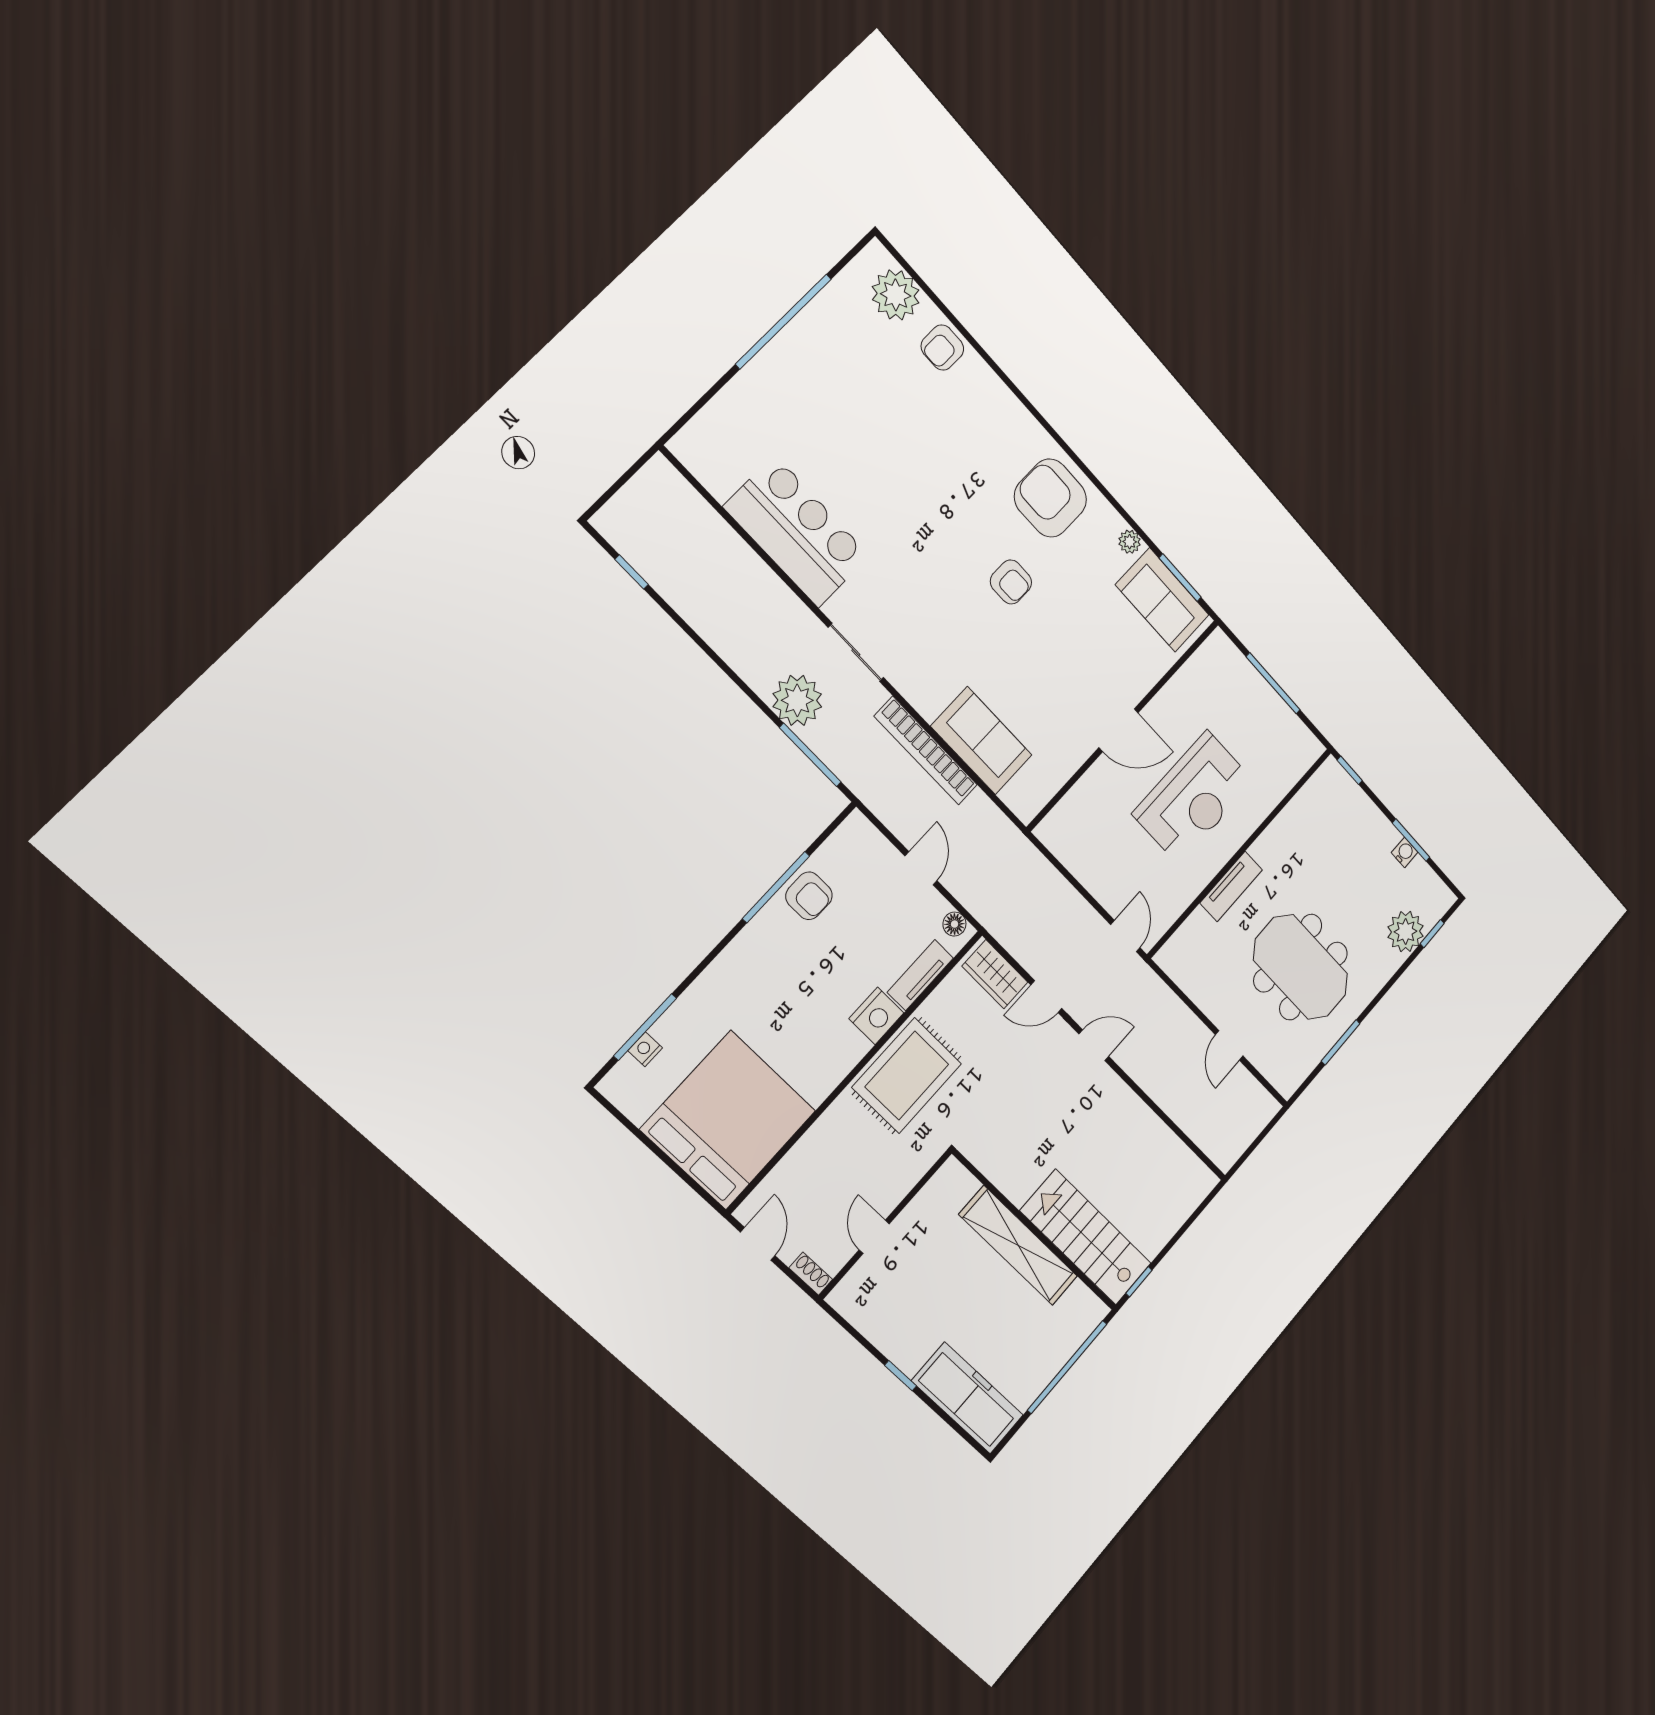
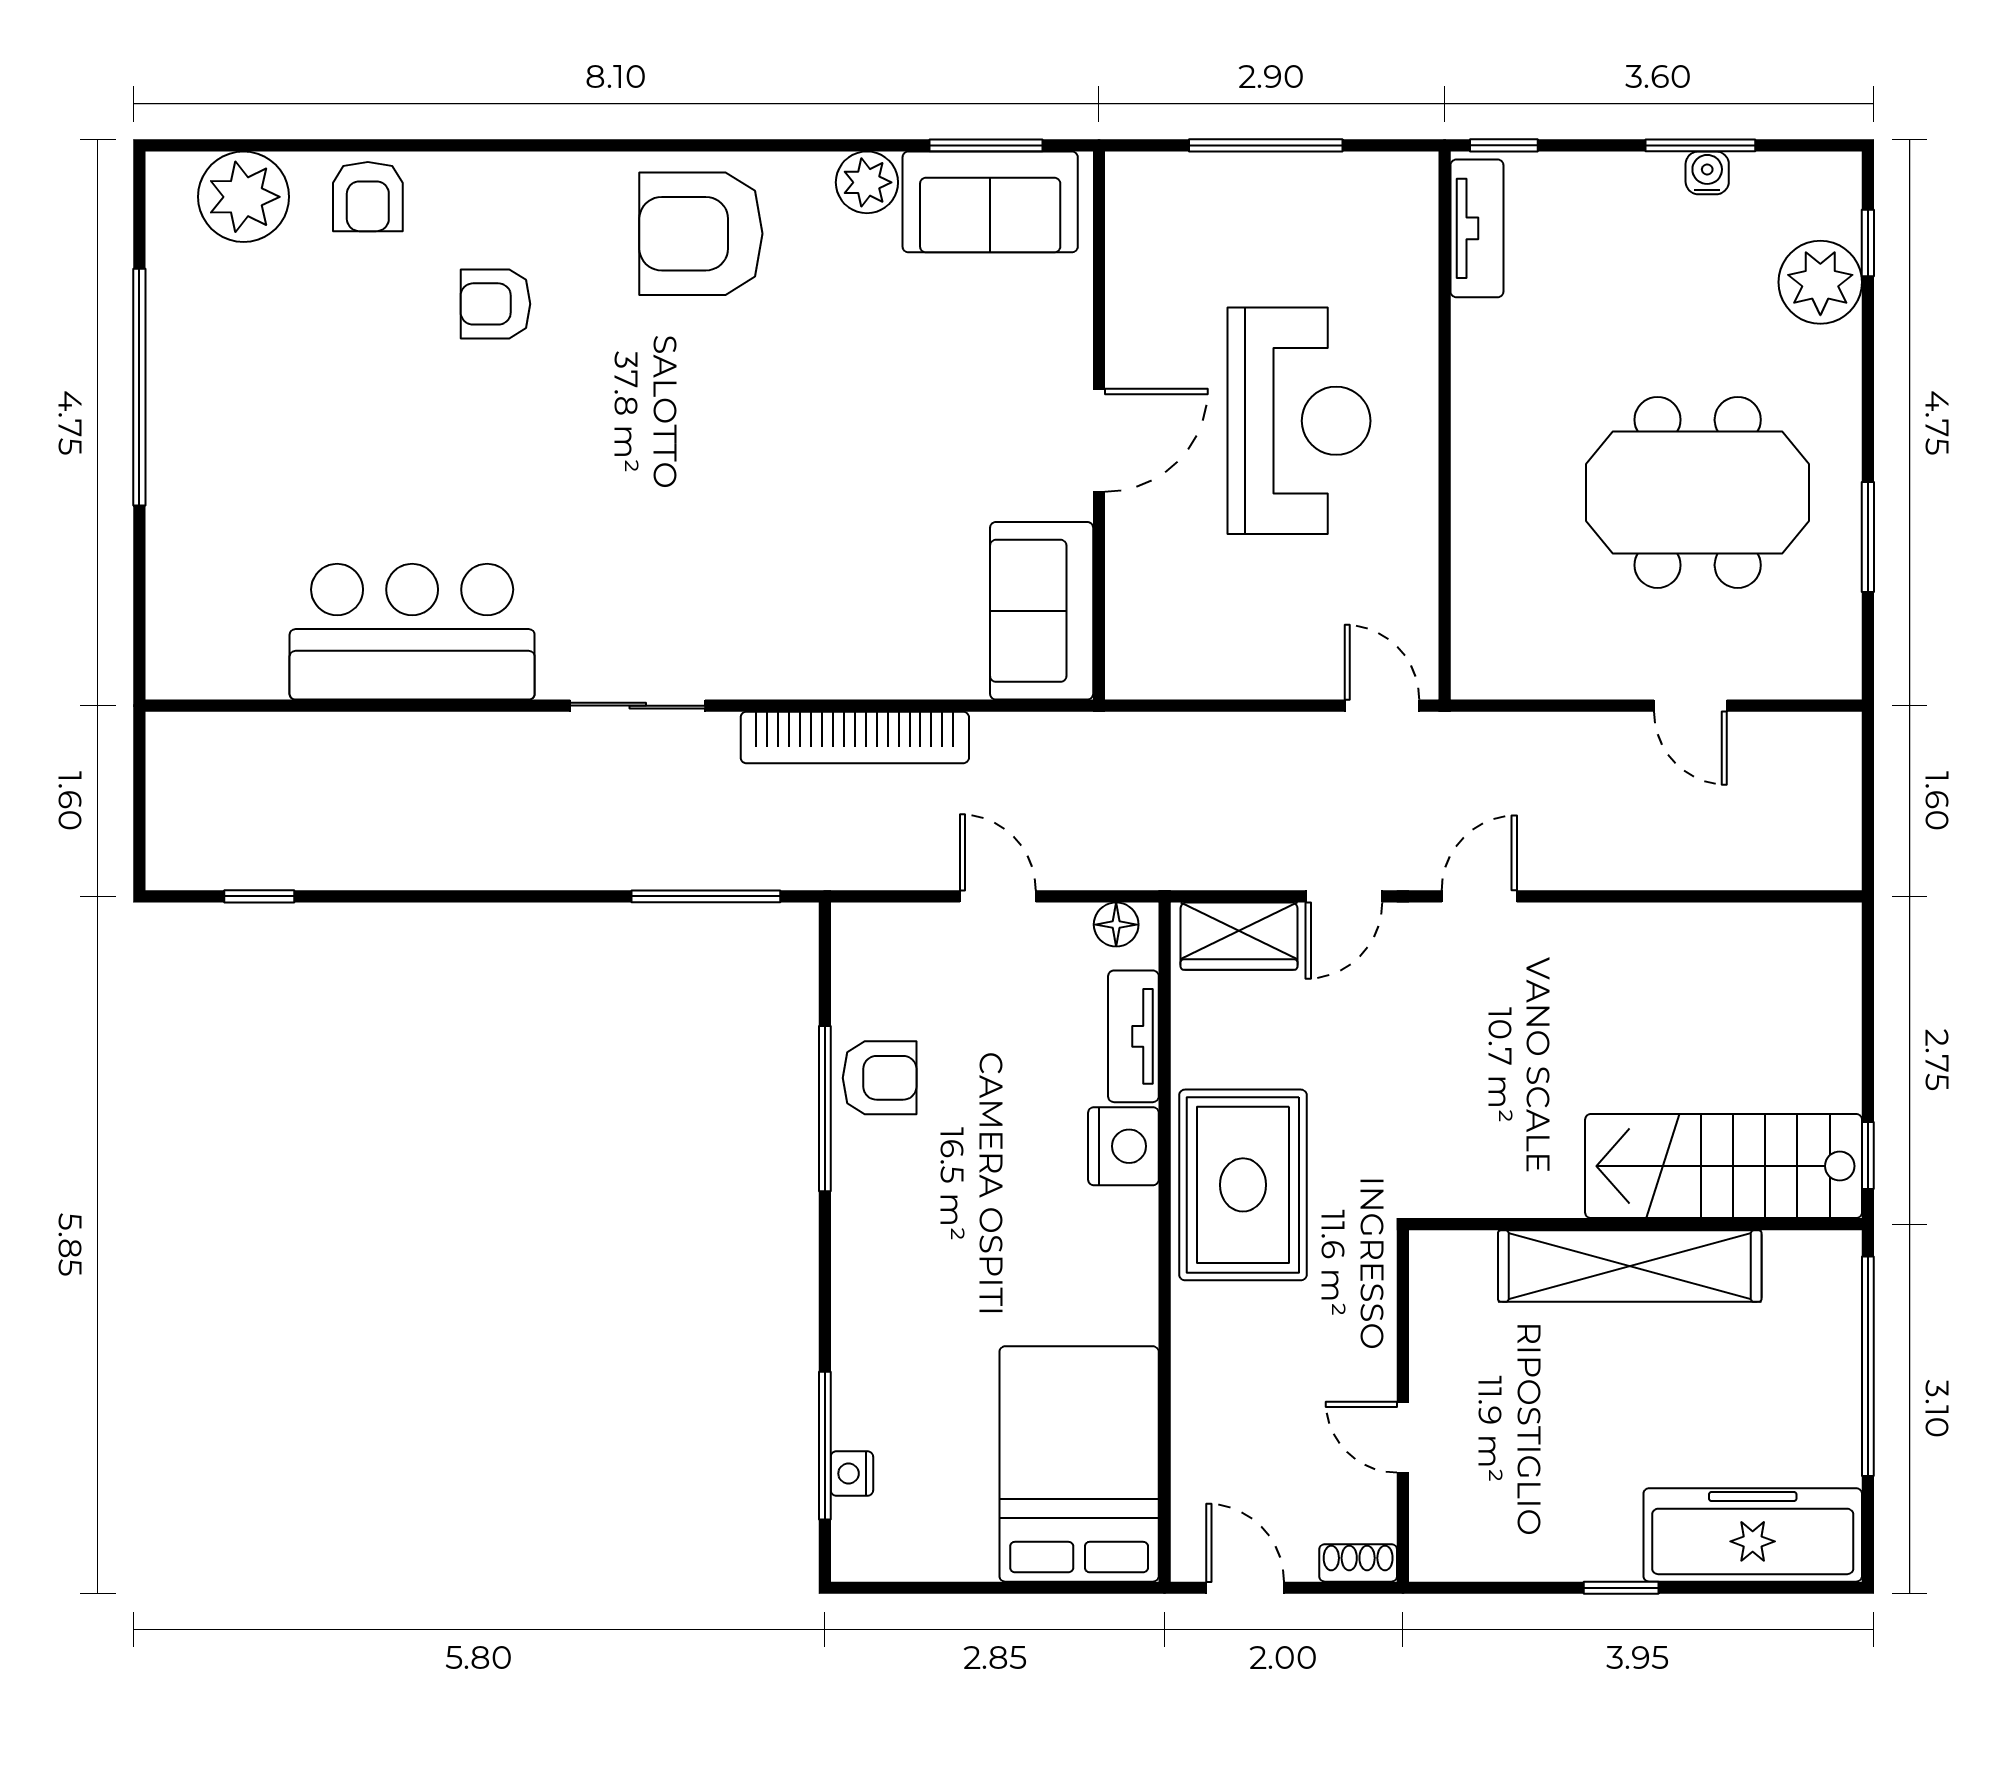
plant: (1130, 542) -> (867, 182), width x1.38, depth x1.38
armchair: (1011, 582) -> (495, 304), moved, turned 180
plant: (797, 700) -> (621, 844), removed
sofa: (981, 741) -> (1042, 611), moved, turned -90
tv unit: (1231, 886) -> (1477, 228), moved
bed: (728, 1120) -> (1079, 1464), width x0.73

